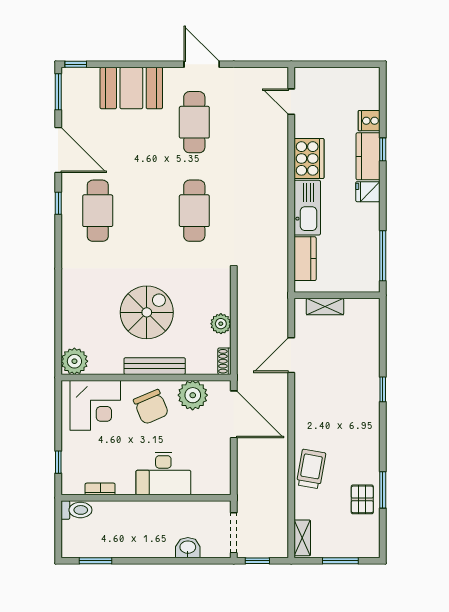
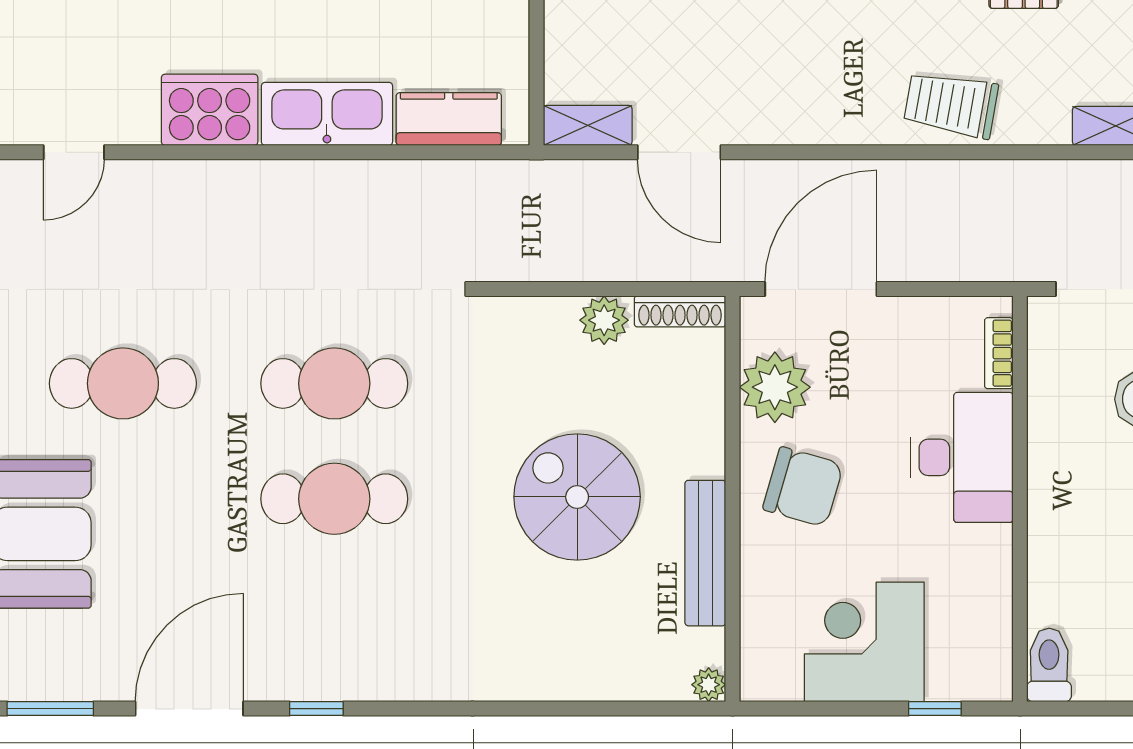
cafe table: (98, 211) -> (334, 499), moved
shelving: (325, 307) -> (588, 125), moved, turned 90
plant: (74, 361) -> (709, 685), width x0.53, depth x0.53
shoe rack: (224, 361) -> (680, 311), width x1.43
bench: (155, 366) -> (705, 553), moved
corner desk: (95, 405) -> (864, 642), moved, turned -90
chair: (151, 407) -> (803, 487), turned 39
bookcase: (100, 489) -> (999, 353), moved

